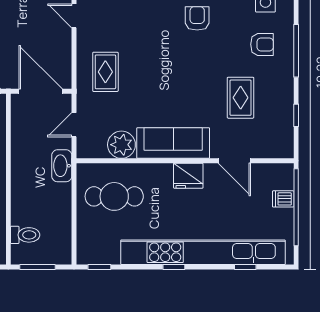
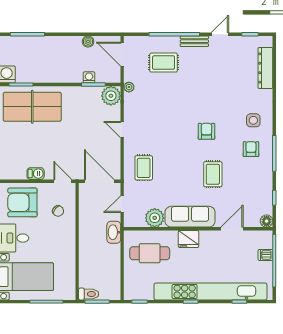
armchair: (262, 44) -> (251, 149), turned -90
rug: (241, 98) -> (213, 174), moved
floor lamp: (285, 149) -> (267, 221), added
door: (234, 161) -> (232, 229), swing flipped
fridge: (188, 176) -> (189, 239), moved
toilet: (25, 235) -> (89, 294), moved

